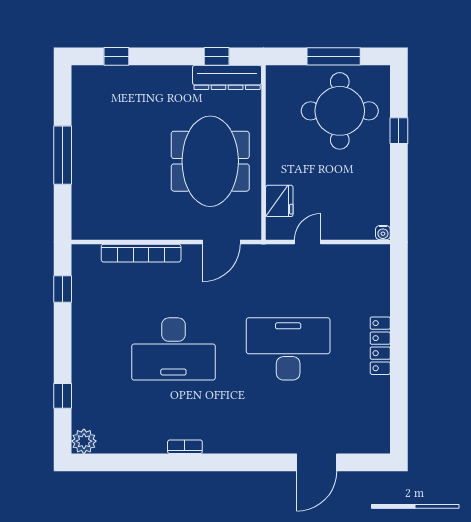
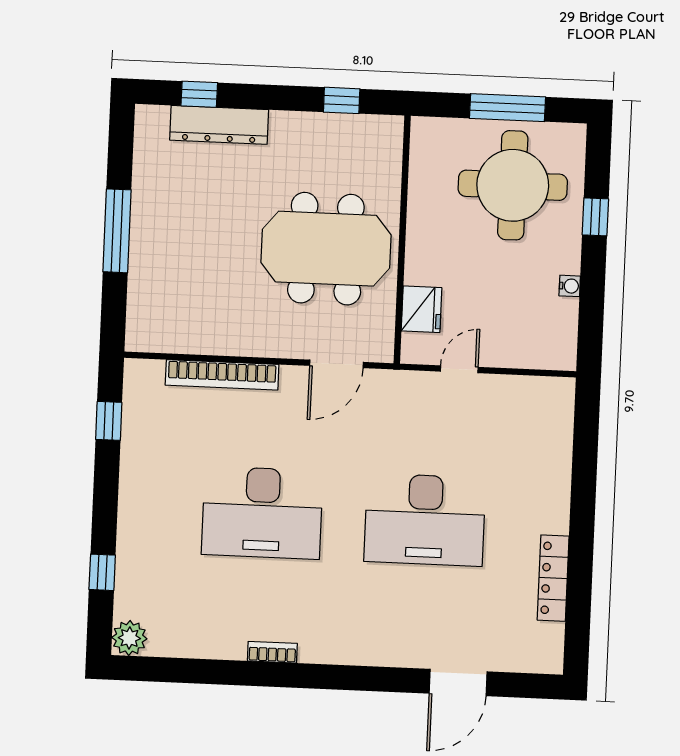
dresser: (227, 77) -> (219, 125), moved
meeting table: (210, 161) -> (326, 249), turned 90
water cooler: (383, 233) -> (570, 286), moved, turned -90
locker: (380, 346) -> (553, 578), moved
desk: (288, 349) -> (425, 520), turned 180

